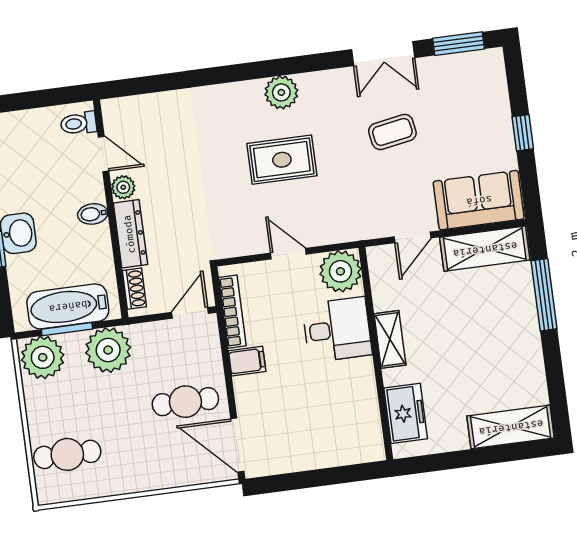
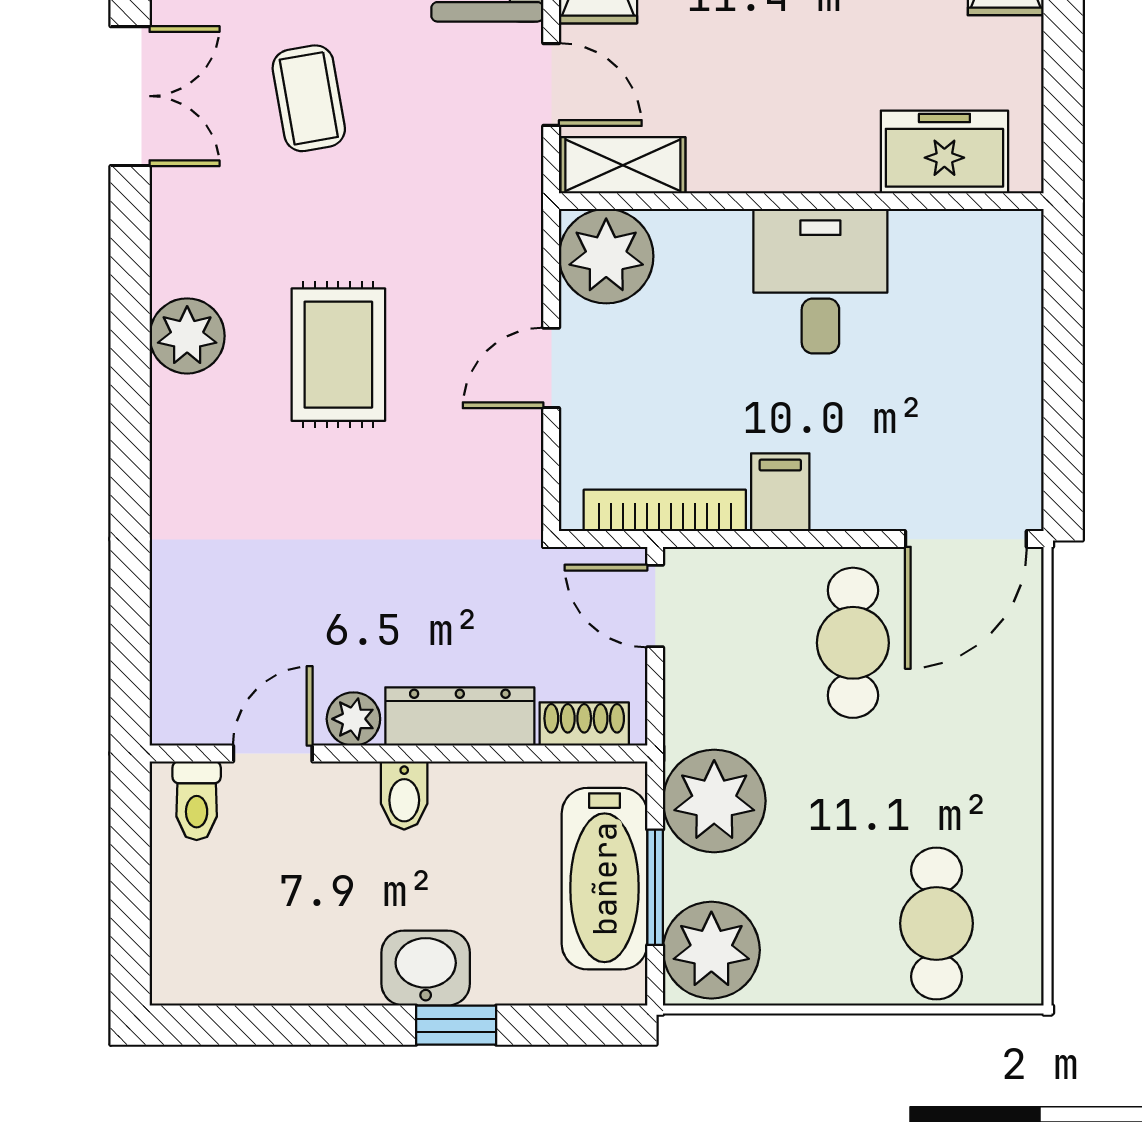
desk: (337, 330) -> (820, 281), moved
shelving: (390, 339) -> (623, 165), moved

